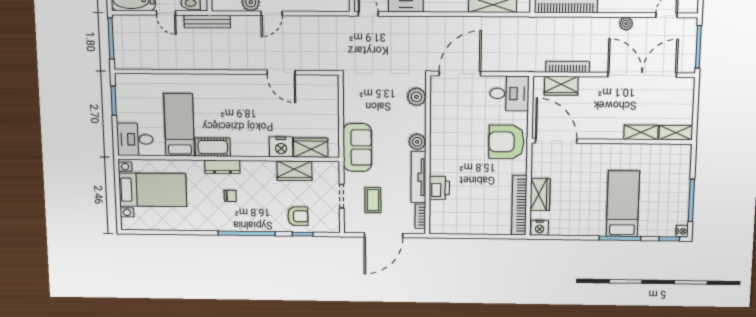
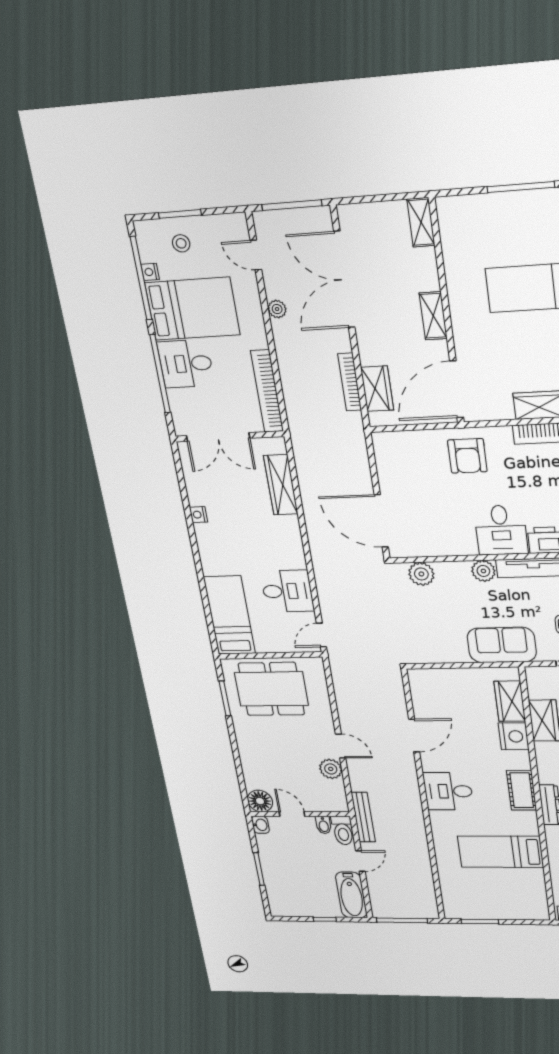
desk: (509, 94) -> (501, 530), moved, turned 180
shelving: (641, 132) -> (433, 316), moved
desk: (135, 139) -> (448, 791), moved, turned 90
armchair: (506, 142) -> (467, 456), width x0.73, depth x0.73
cot: (213, 147) -> (522, 790), moved

